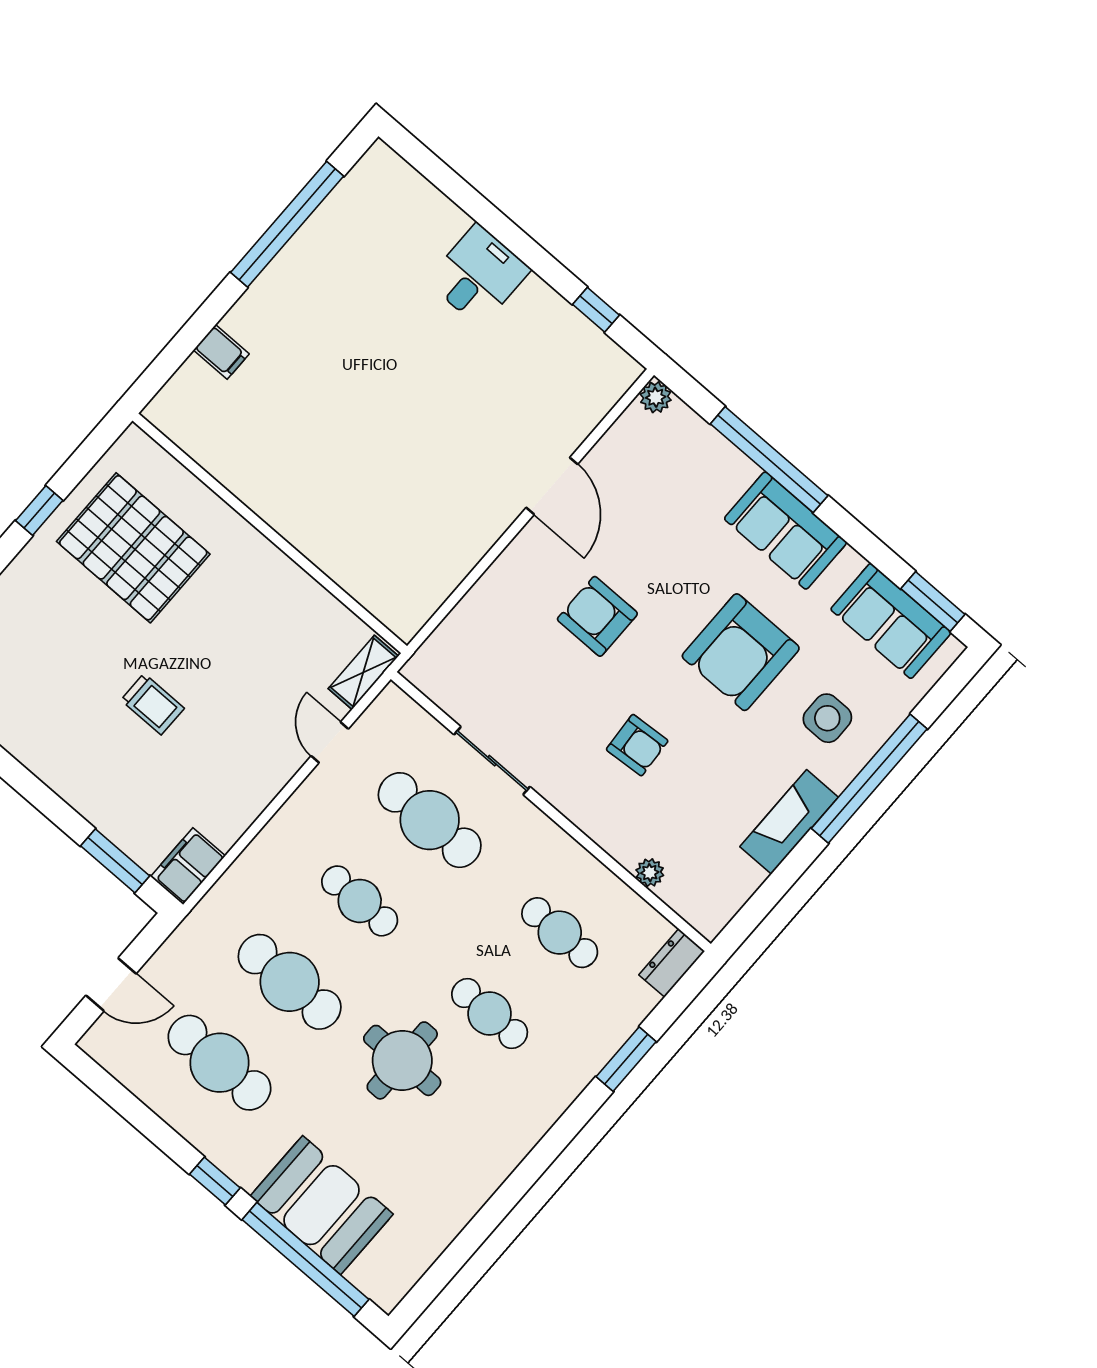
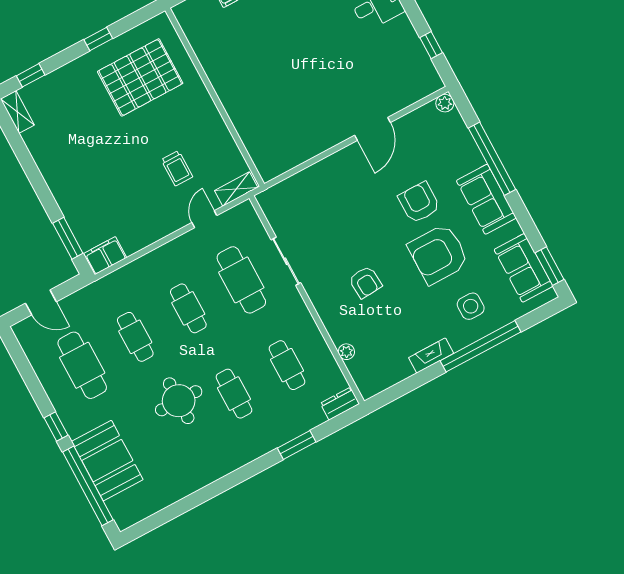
pallet: (133, 548) -> (140, 77), turned 90
armchair: (597, 616) -> (419, 202), moved
trolley: (153, 704) -> (177, 168), moved
fireplace: (789, 822) -> (431, 355), width x0.73, depth x0.76
cafe table: (290, 982) -> (135, 337), width x0.73, depth x0.74

